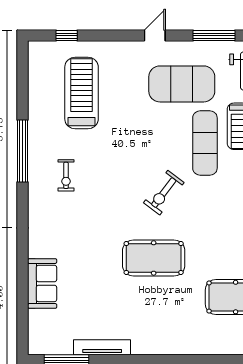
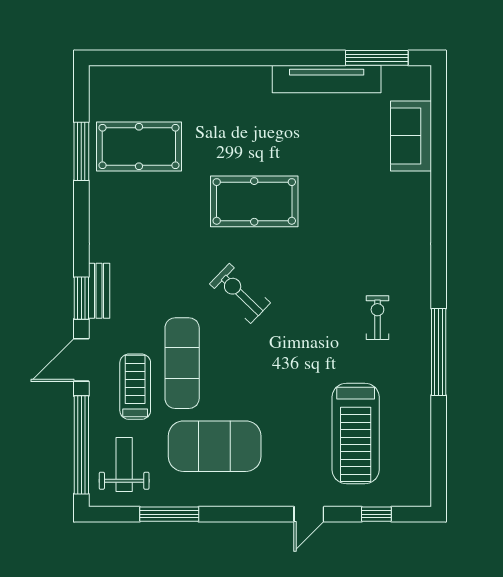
door: (155, 36) -> (309, 514), moved
exercise bike: (164, 193) -> (240, 293), turned -83
sofa: (42, 283) -> (411, 136), moved
tv unit: (102, 347) -> (327, 79), width x1.36, depth x1.29

